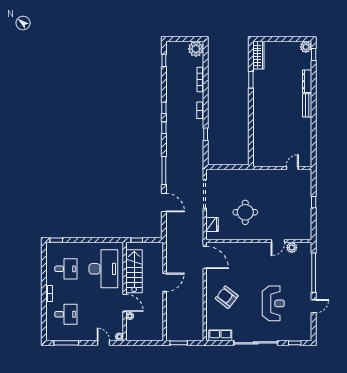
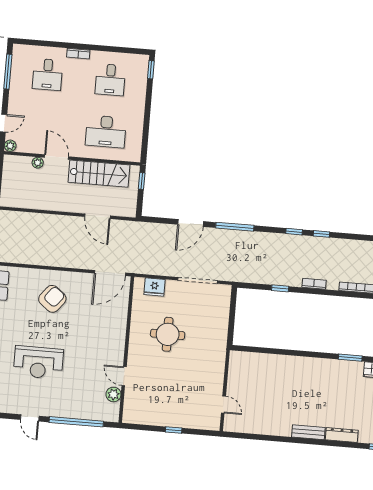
desk: (103, 269) -> (106, 132), width x0.73, depth x0.77
door: (165, 282) -> (97, 216), moved
door: (125, 303) -> (56, 157), swing flipped

